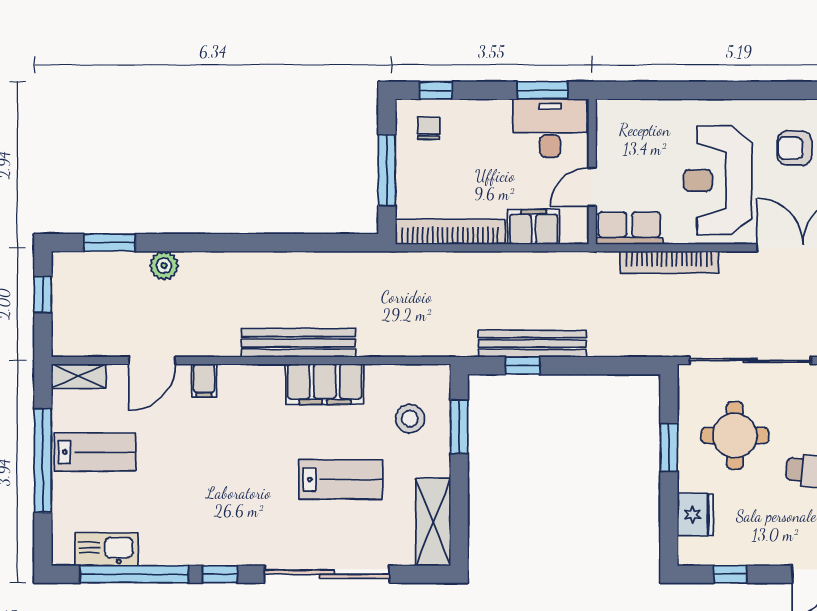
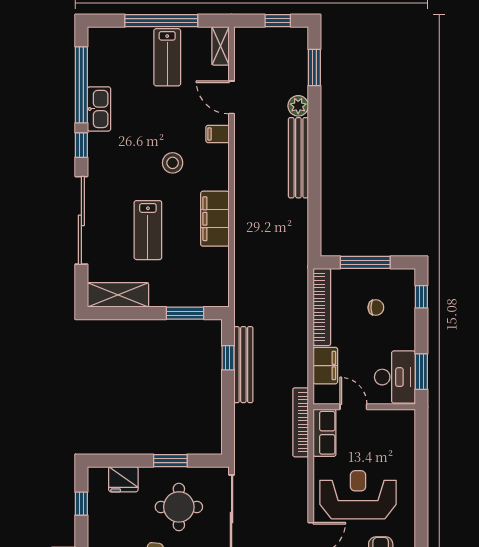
chair: (429, 128) -> (376, 308), moved
bookcase: (669, 262) -> (301, 422), moved
bench: (298, 343) -> (298, 158), moved
stool: (410, 419) -> (173, 163), moved
kitchen sink: (106, 549) -> (99, 109), moved

